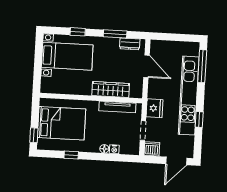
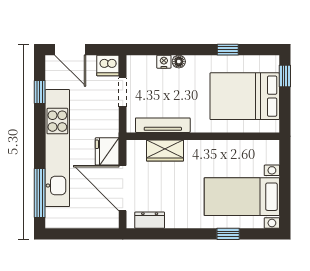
window: (115, 34) -> (172, 234), removed
door: (147, 66) -> (123, 188), width x1.36
wardrobe: (111, 90) -> (165, 151), width x0.67
fridge: (155, 108) -> (107, 151), moved
window: (199, 120) -> (40, 92), moved
door: (176, 161) -> (70, 50), swing flipped

